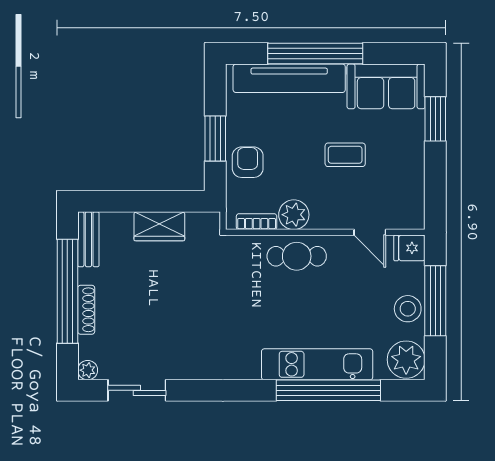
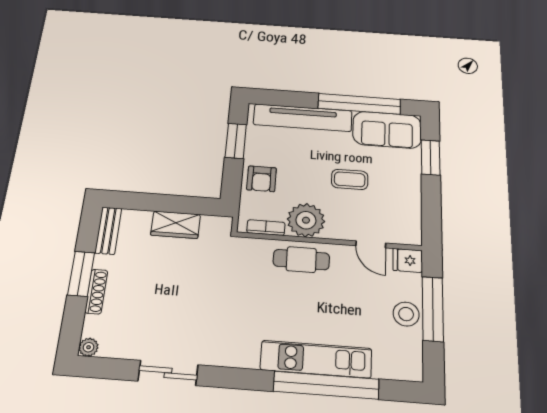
window: (315, 54) -> (359, 104), moved
window: (215, 138) -> (236, 141), moved
armchair: (248, 162) -> (262, 179), turned 180
plant: (294, 215) -> (306, 220), width x1.36, depth x1.36
window: (67, 291) -> (81, 274), width x0.47
plant: (406, 360) -> (405, 361), removed
sliding door: (137, 390) -> (168, 373), moved

